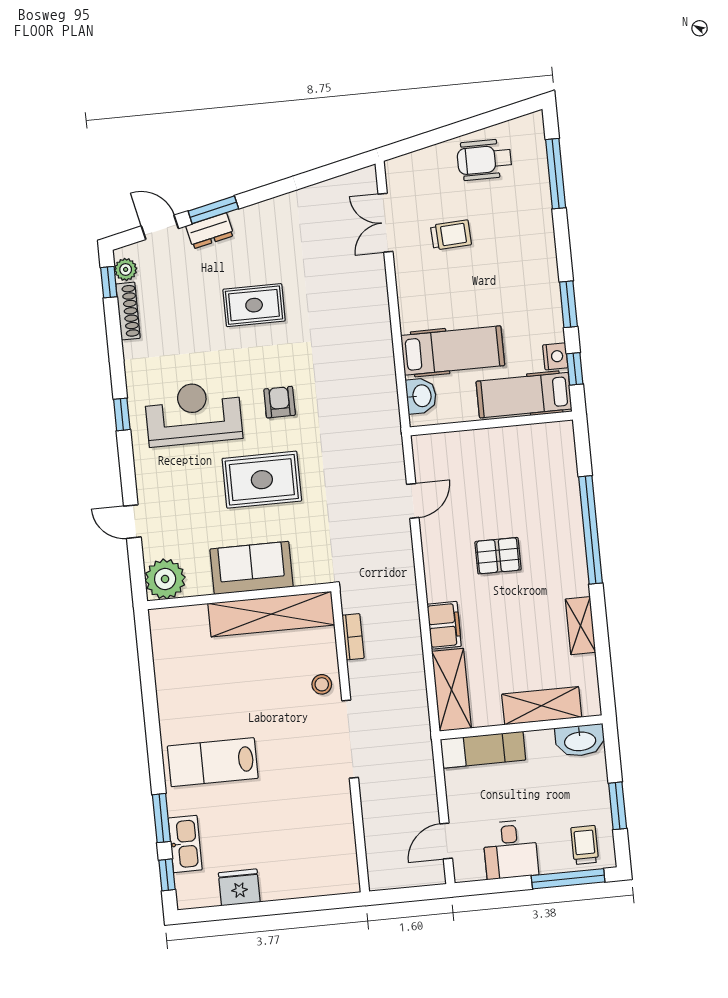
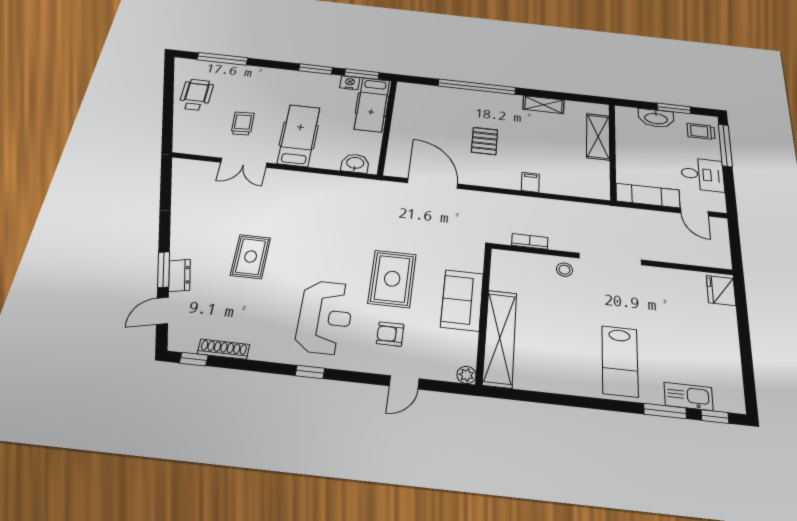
wheelchair: (484, 160) -> (196, 95), turned 180
double door: (386, 223) -> (244, 163), moved
plant: (126, 269) -> (188, 344), removed
hospital bed: (453, 351) -> (299, 135), moved
window: (575, 369) -> (362, 74), width x1.50
armchair: (280, 402) -> (390, 334), moved
reception desk: (193, 414) -> (325, 317), turned 180
door: (413, 501) -> (433, 183), width x1.87
plant: (165, 579) -> (466, 375), width x0.53, depth x0.53
shelving: (271, 614) -> (500, 338), moved
filing cabinet: (444, 625) -> (530, 182), width x0.50
shelving: (451, 690) -> (580, 187), removed
washbasin: (580, 741) -> (656, 118), moved, turned 90
exam couch: (483, 750) -> (648, 196), moved, turned -90
fridge: (239, 887) -> (721, 291), moved

